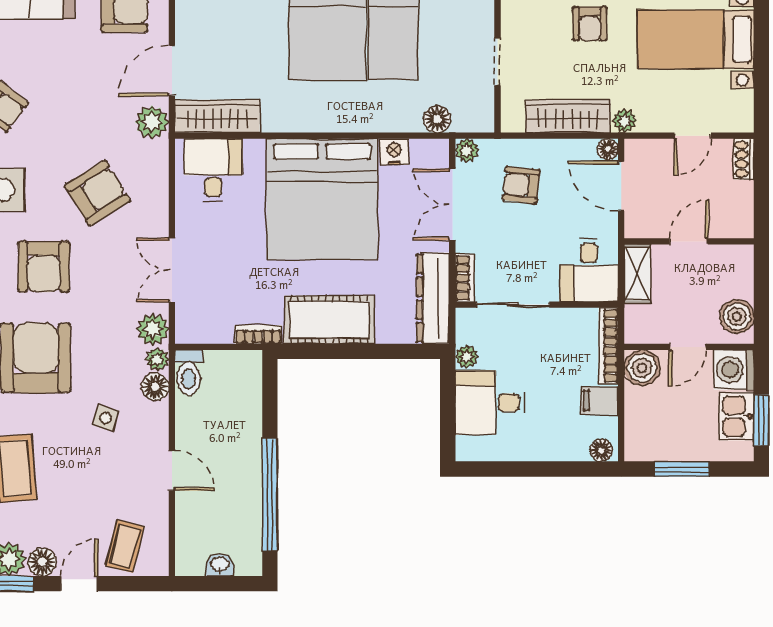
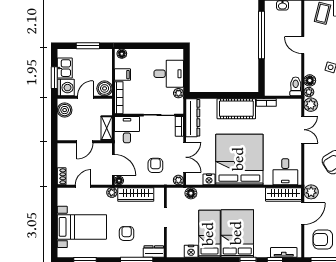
armchair: (521, 185) -> (155, 165), turned -96
window: (761, 420) -> (54, 78), moved

